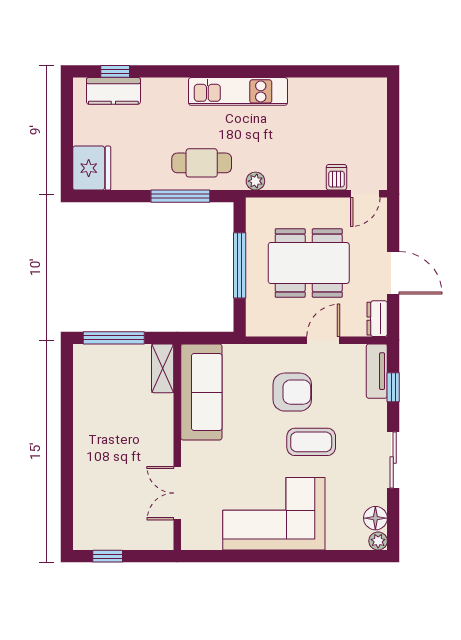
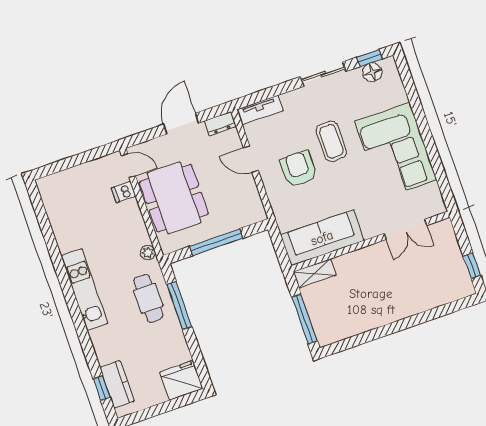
dining table: (309, 263) -> (174, 198), moved
window: (393, 387) -> (370, 58), moved
plant: (378, 541) -> (389, 64), removed

